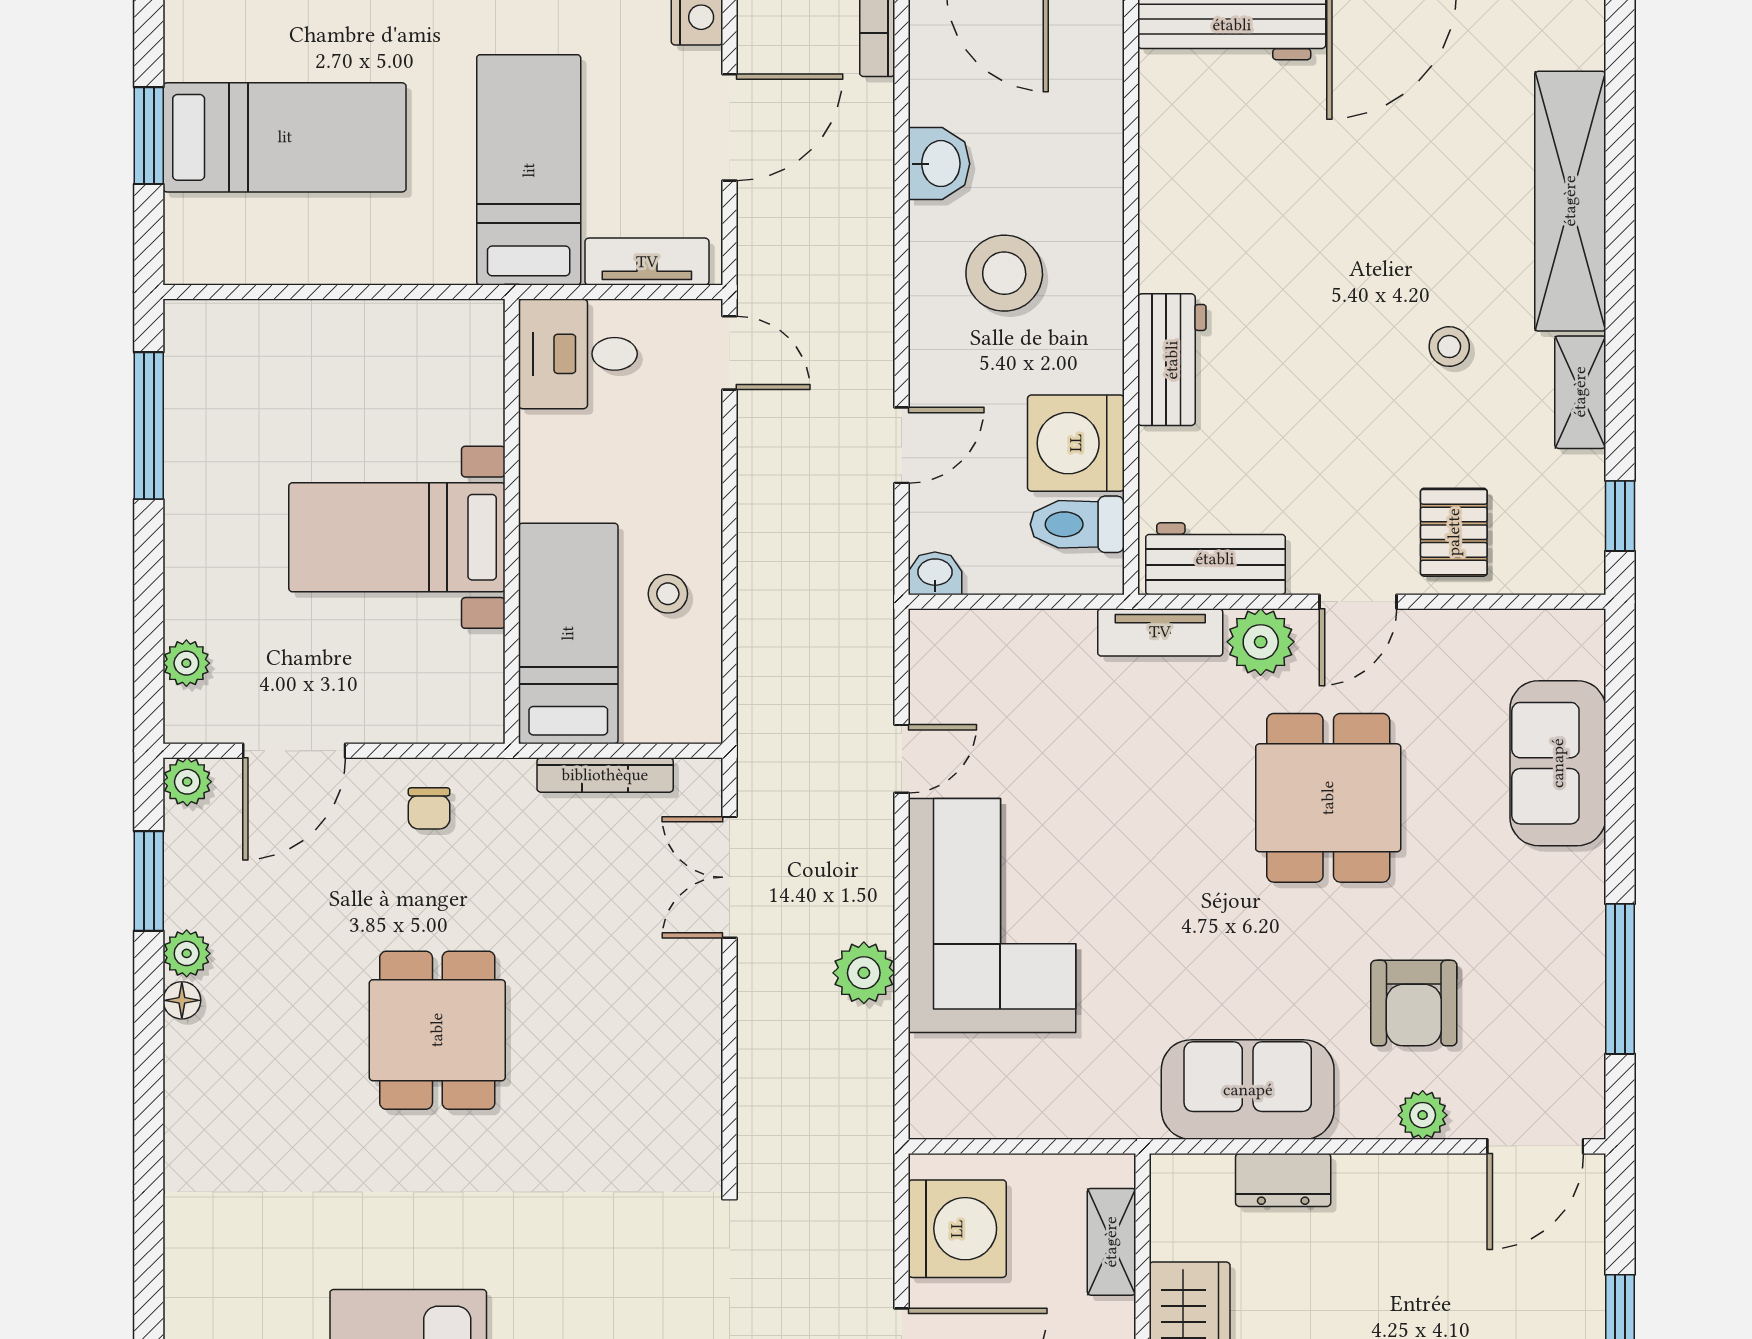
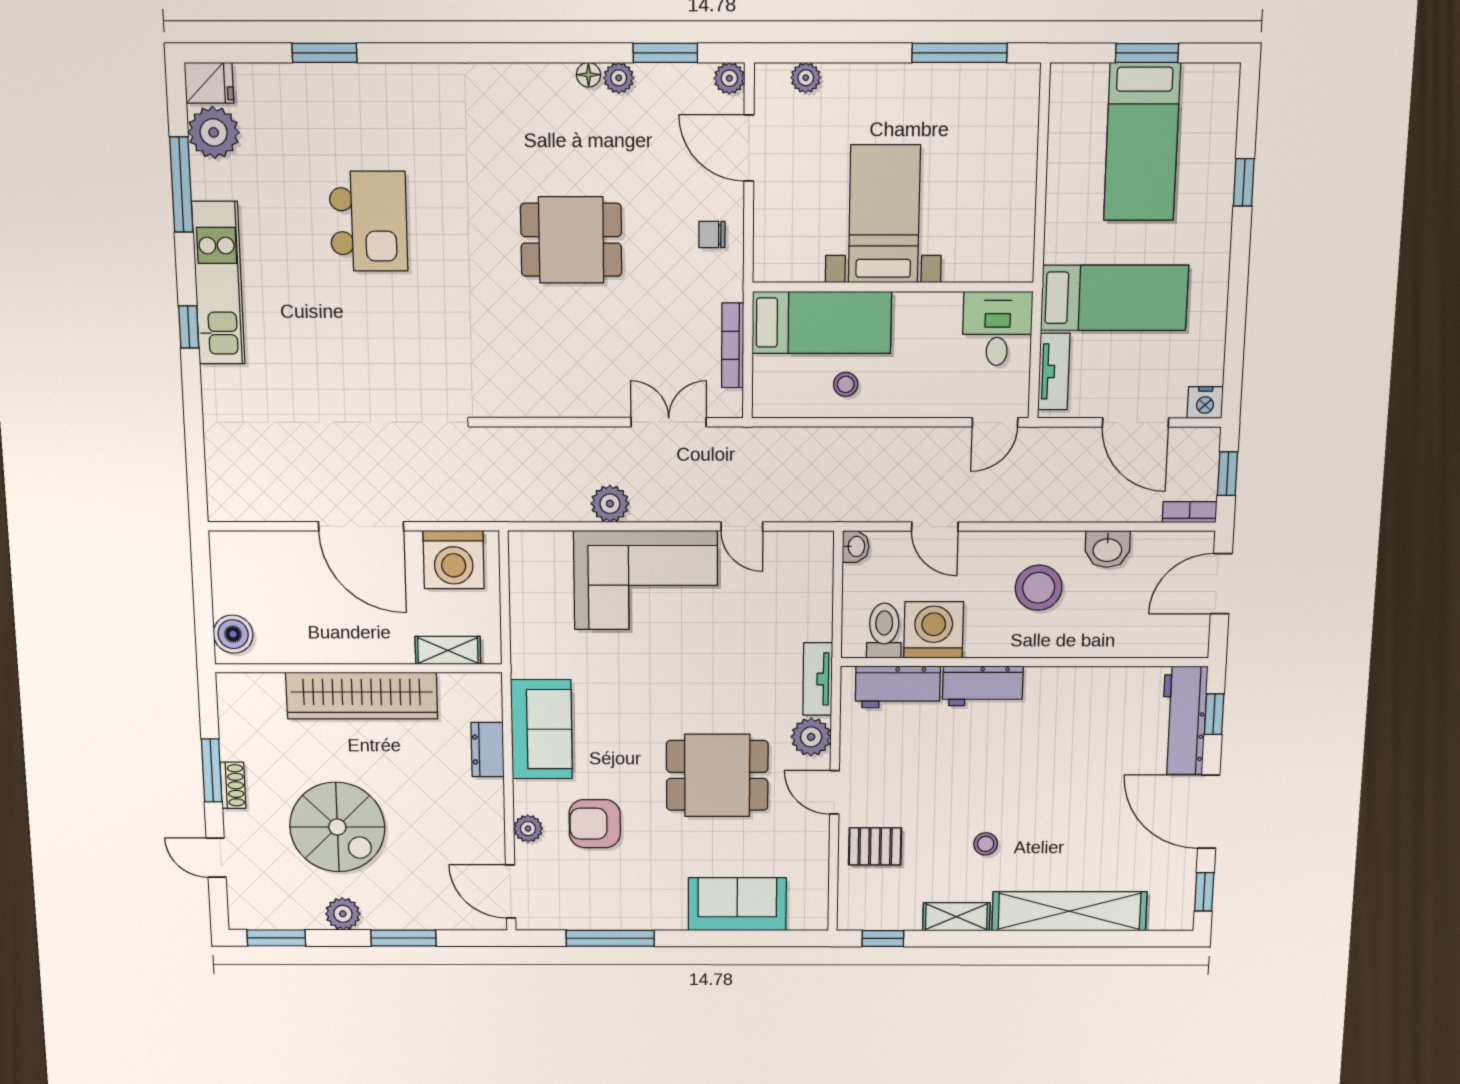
workbench: (1215, 559) -> (898, 687), moved, turned 90

